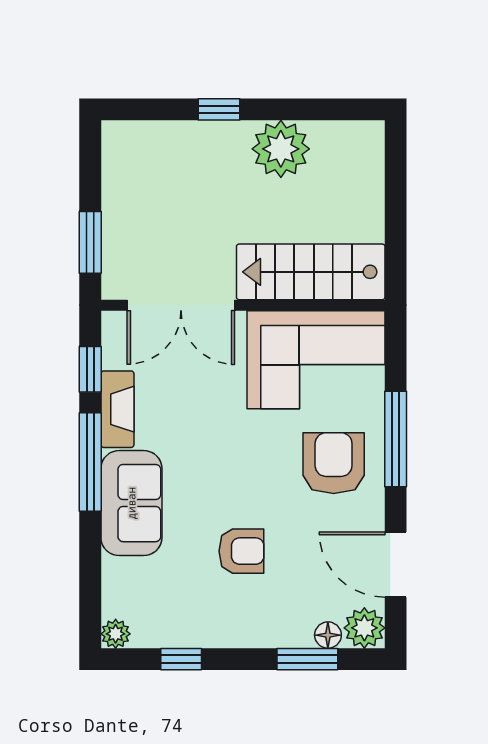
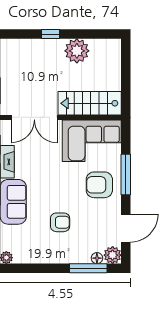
armchair: (334, 463) -> (99, 185), turned -90
door: (396, 565) -> (126, 228), swing flipped
window: (181, 659) -> (34, 268), removed
window: (307, 659) -> (88, 268), width x1.44

